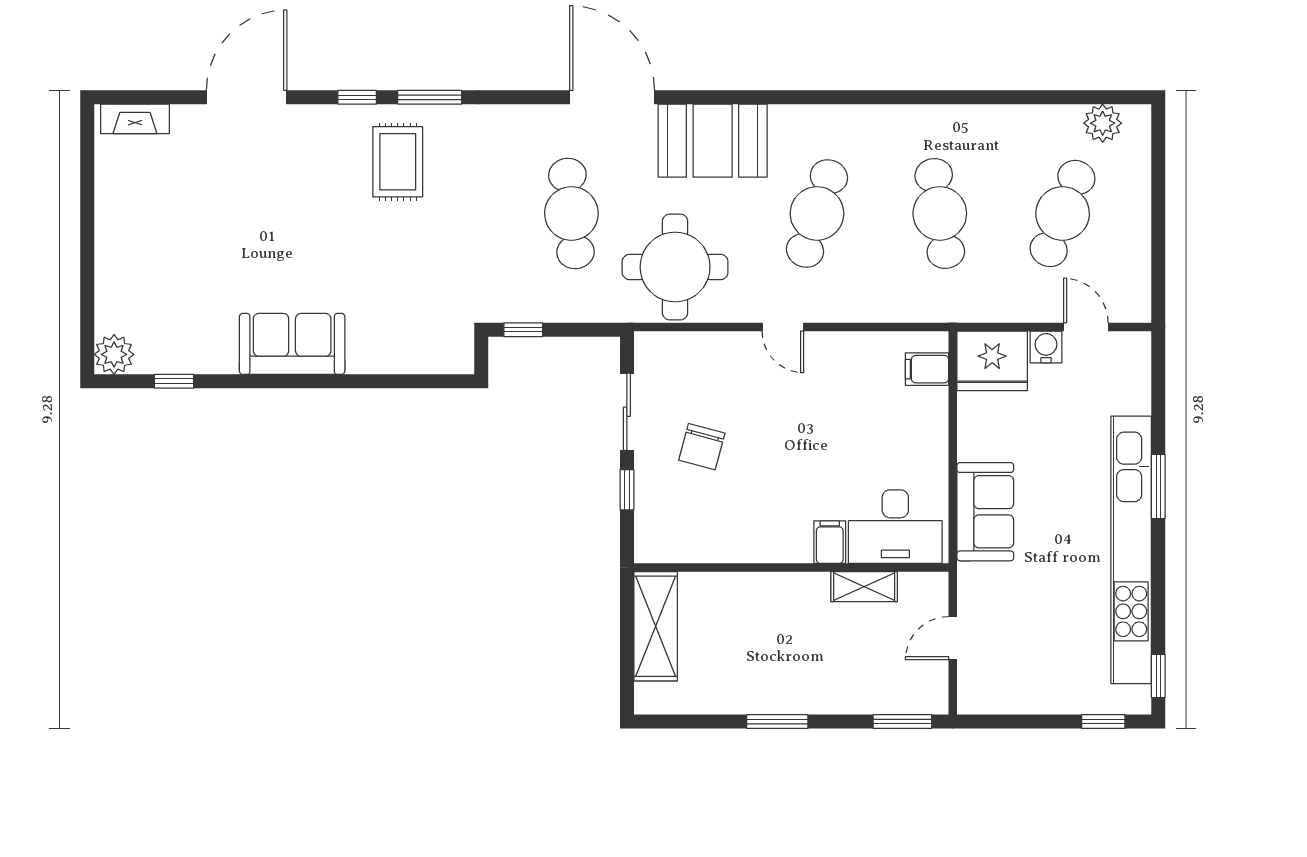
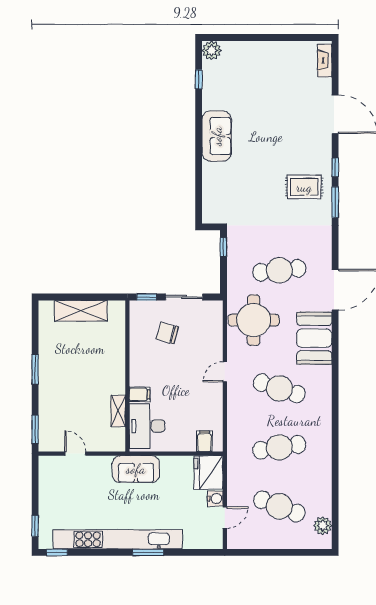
desk: (895, 527) -> (147, 426), moved
filing cabinet: (830, 542) -> (140, 394), moved
wall: (791, 568) -> (127, 376), moved
shelving: (864, 587) -> (118, 411), moved

